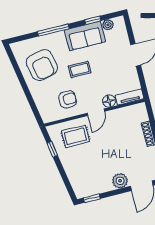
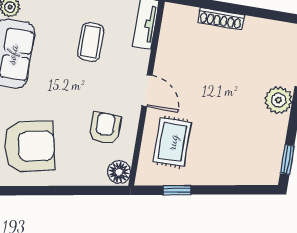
coffee table: (80, 69) -> (91, 42), moved
floor lamp: (109, 101) -> (119, 172), moved

